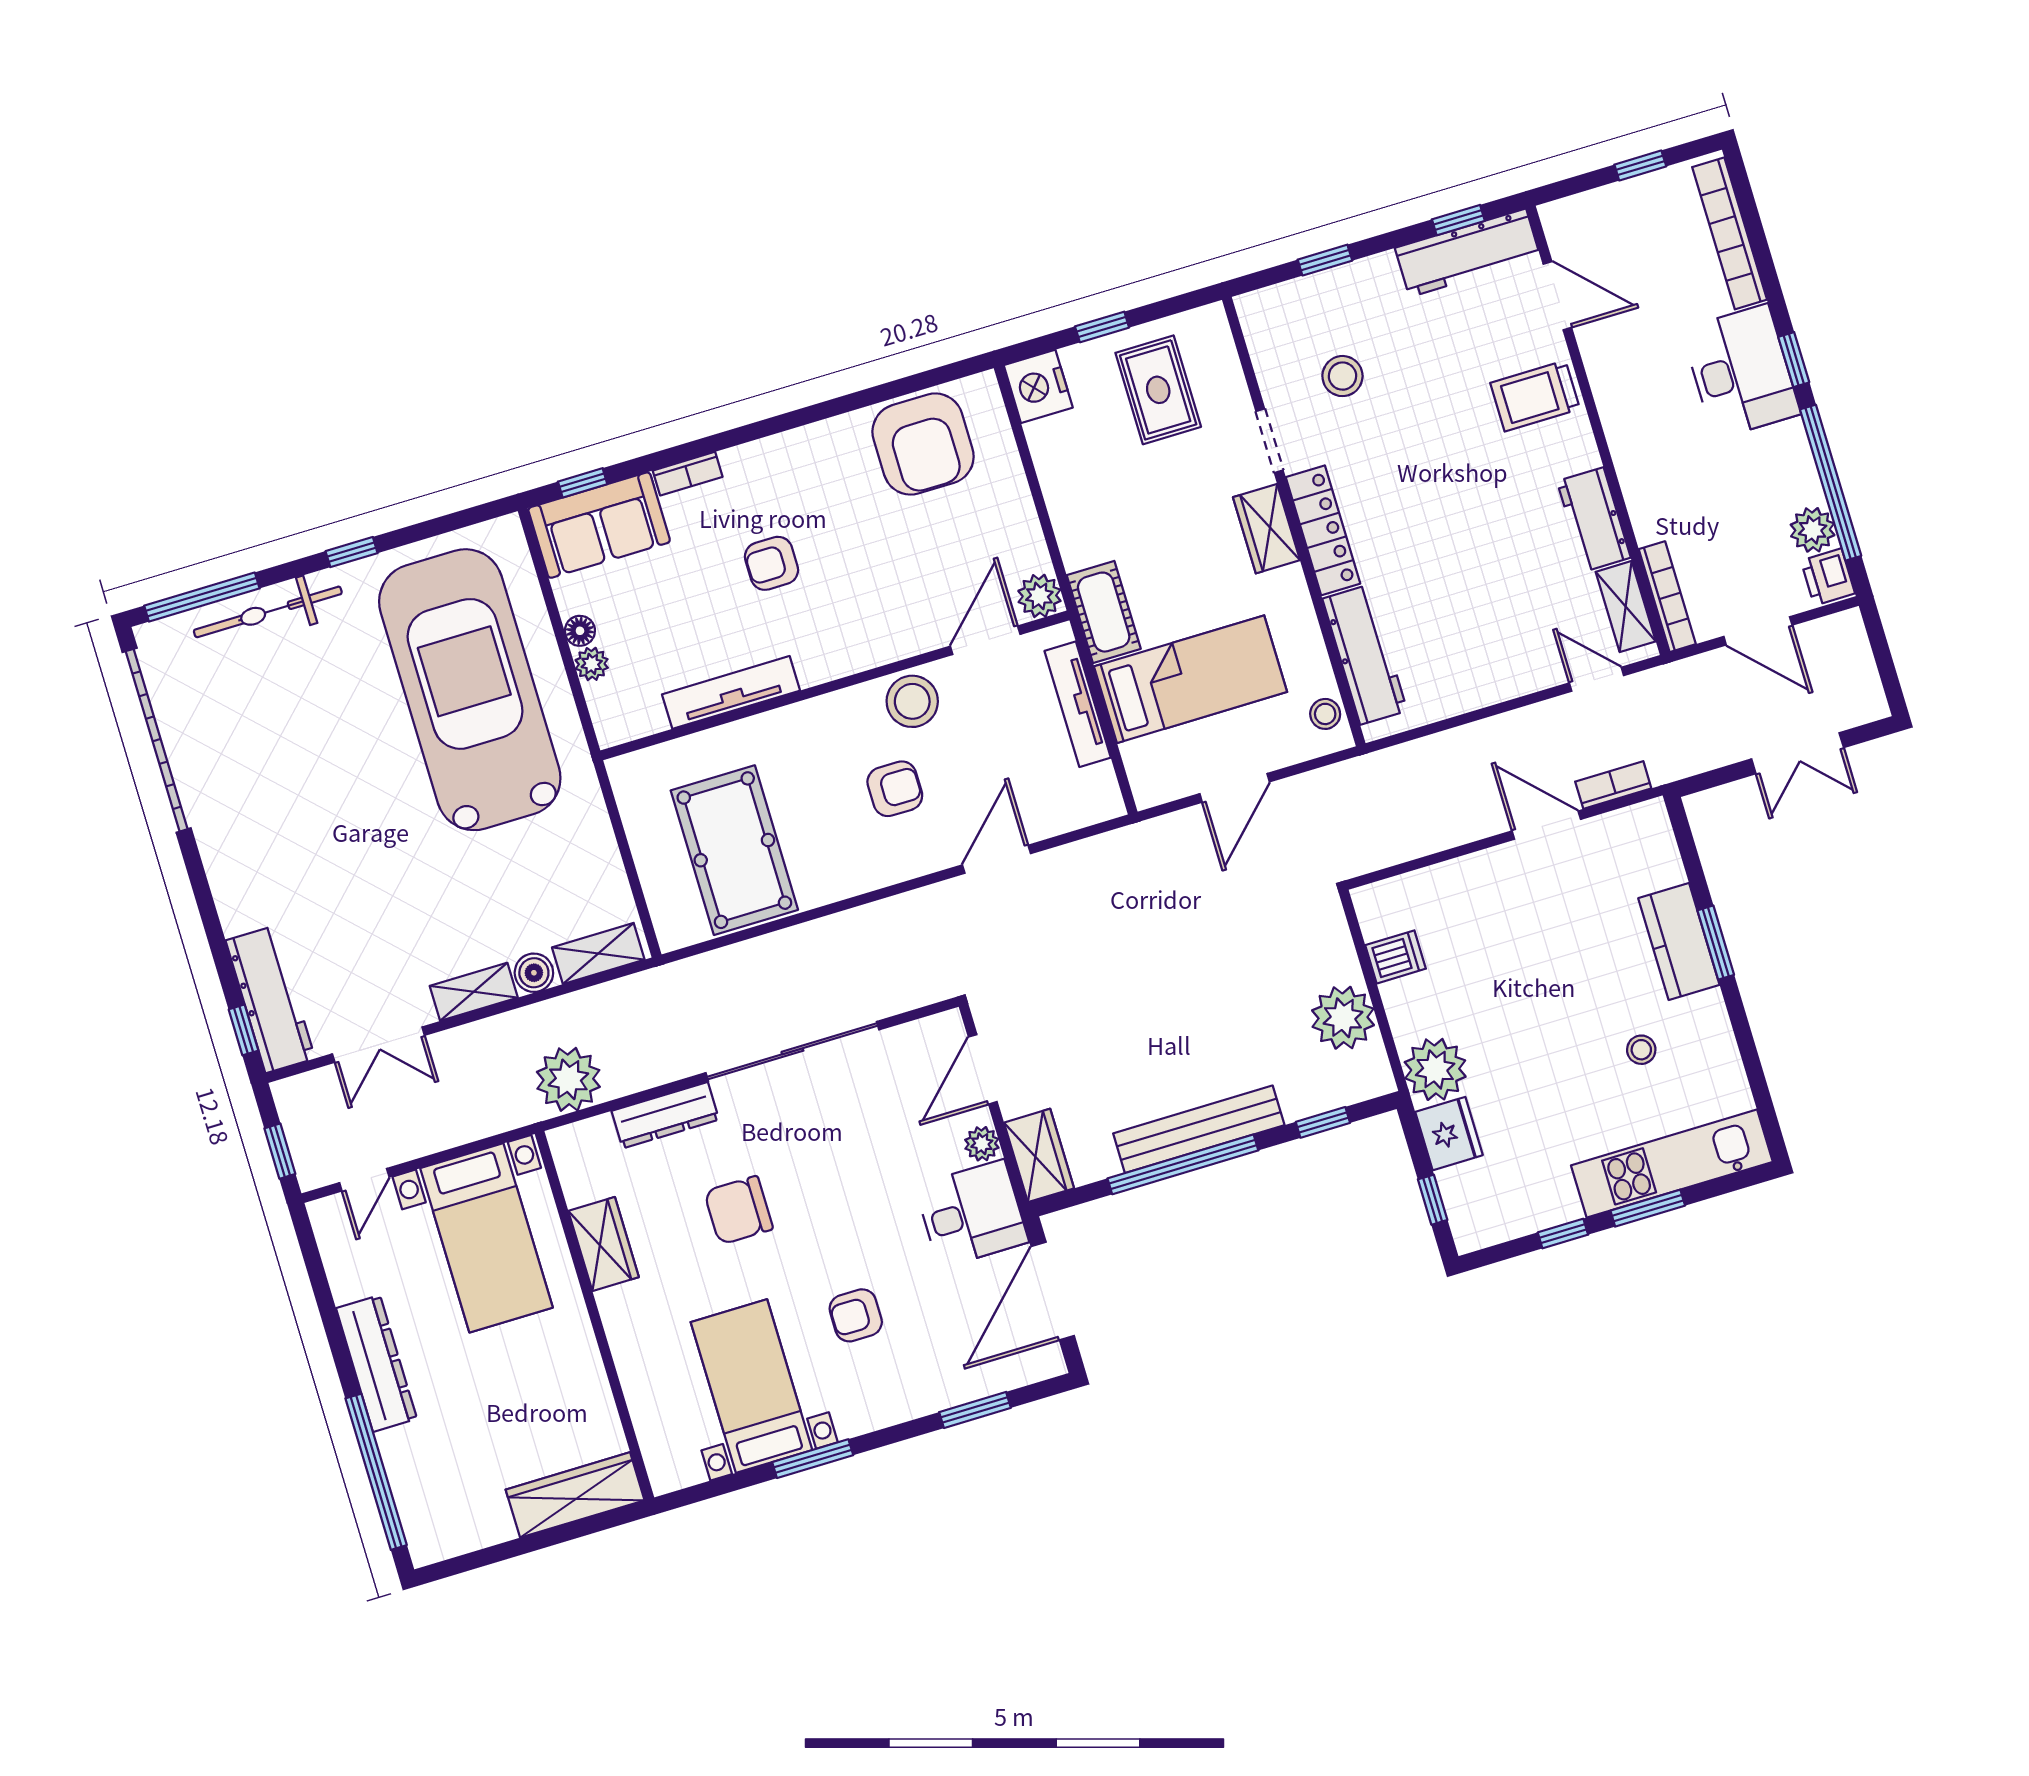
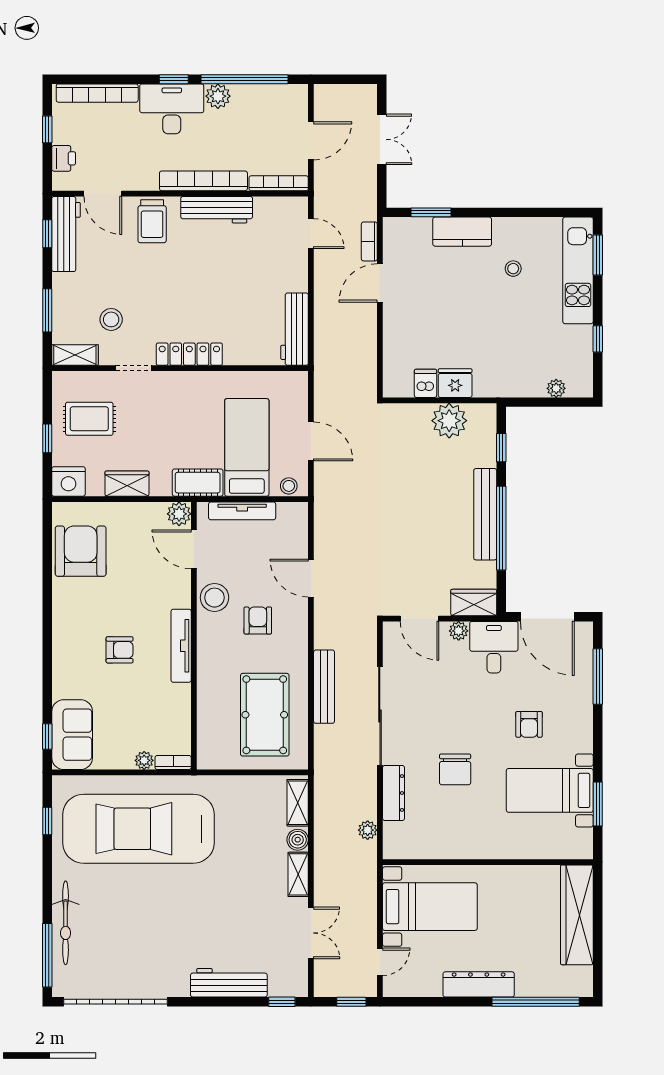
window: (1325, 260) -> (47, 310), width x1.50
door: (1557, 296) -> (103, 194), swing flipped
armchair: (923, 444) -> (81, 551), turned -90
bookcase: (1632, 464) -> (203, 181), added
bookcase: (688, 474) -> (173, 762), moved, turned -90
workbench: (1594, 519) -> (217, 210), width x1.38
wardrobe: (1267, 529) -> (127, 484), moved, turned 180
plant: (1813, 530) -> (218, 96), moved
window: (352, 552) -> (47, 821), moved
armchair: (771, 563) -> (120, 650), turned -90
printer: (1828, 577) -> (64, 158), moved, turned -90
shelving: (1626, 607) -> (75, 355), moved
floor lamp: (580, 631) -> (125, 761), removed
workbench: (1365, 655) -> (295, 329), moved, turned -90
door: (1596, 679) -> (311, 234), swing flipped
tv unit: (731, 692) -> (181, 646), moved
stool: (1325, 714) -> (289, 486), moved
pool table: (734, 850) -> (265, 715), turned 90
bench: (814, 939) -> (324, 687), added
window: (1716, 943) -> (431, 212), moved
workbench: (270, 999) -> (229, 983), moved
plant: (1435, 1069) -> (556, 388), moved, width x0.53, depth x0.53
plant: (568, 1079) -> (368, 830), width x0.53, depth x0.53
fridge: (1449, 1134) -> (455, 383), moved
door: (364, 1180) -> (380, 962), hinge flipped
window: (1433, 1200) -> (559, 402), removed
window: (1648, 1208) -> (598, 255), moved
wardrobe: (604, 1244) -> (452, 846), removed
window: (975, 1410) -> (598, 676), width x1.44
window: (813, 1459) -> (598, 804), moved
wardrobe: (575, 1495) -> (577, 915), width x1.40, depth x1.17

